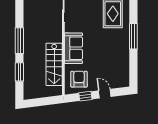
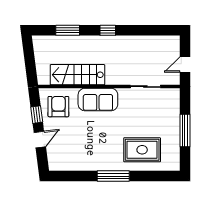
window: (19, 41) -> (108, 30), width x0.46
armchair: (79, 79) -> (58, 107), turned -90

